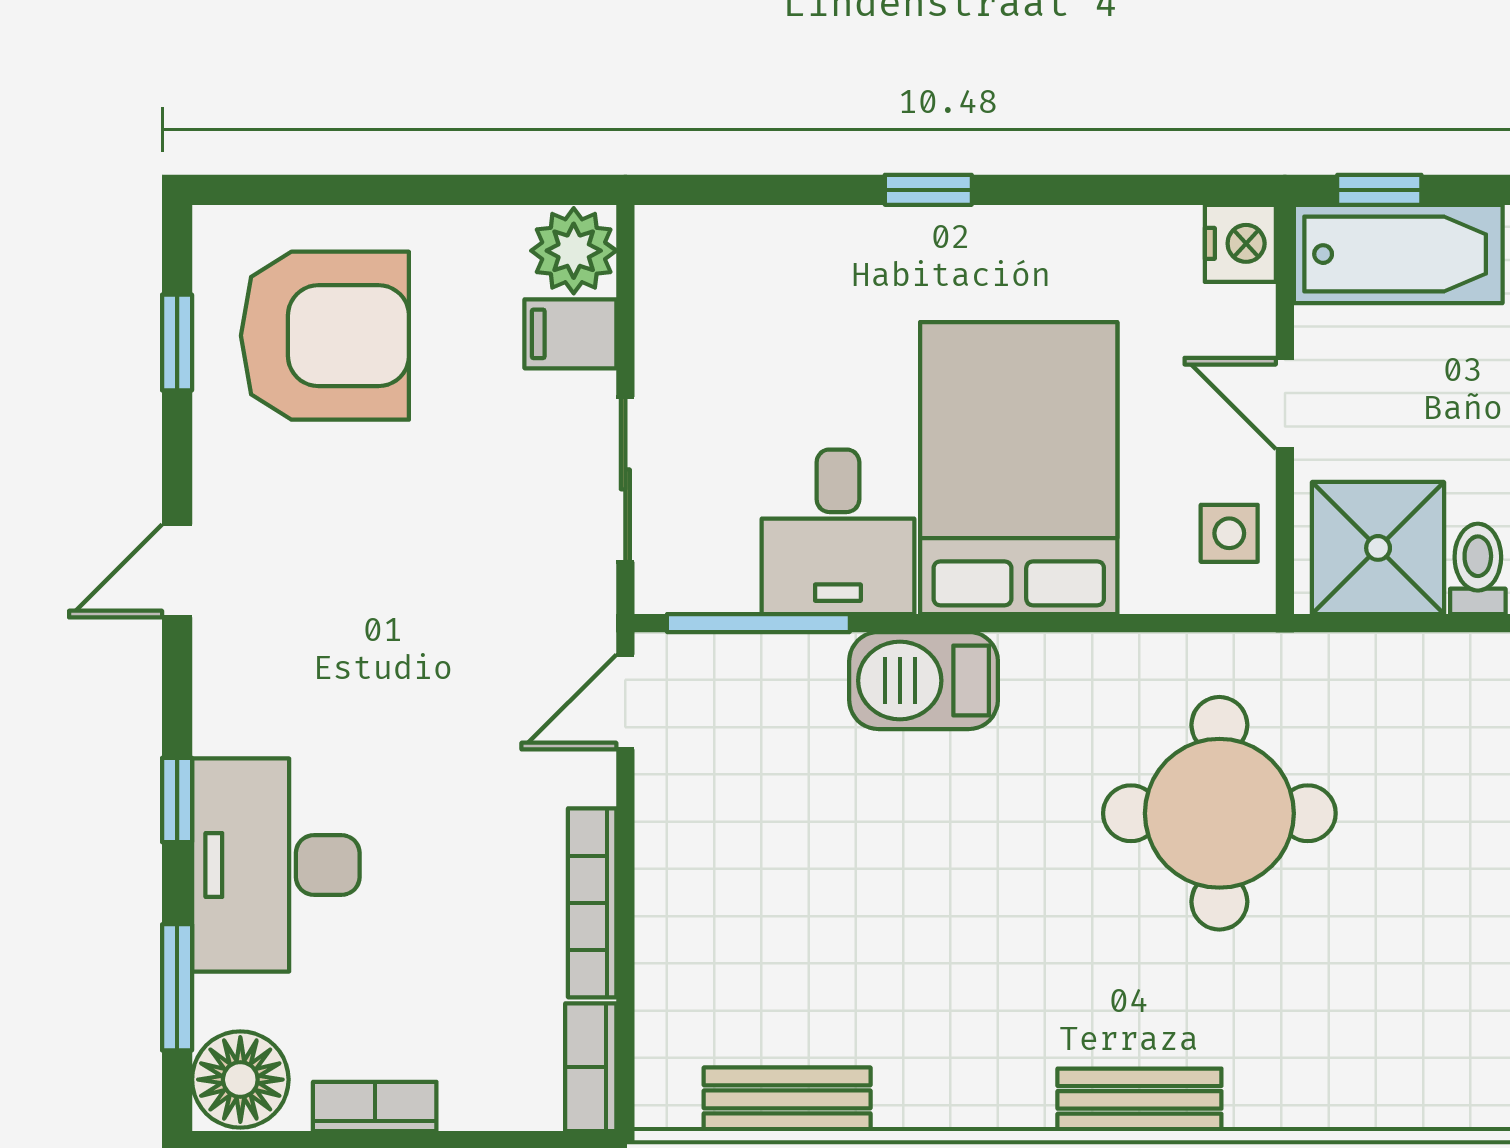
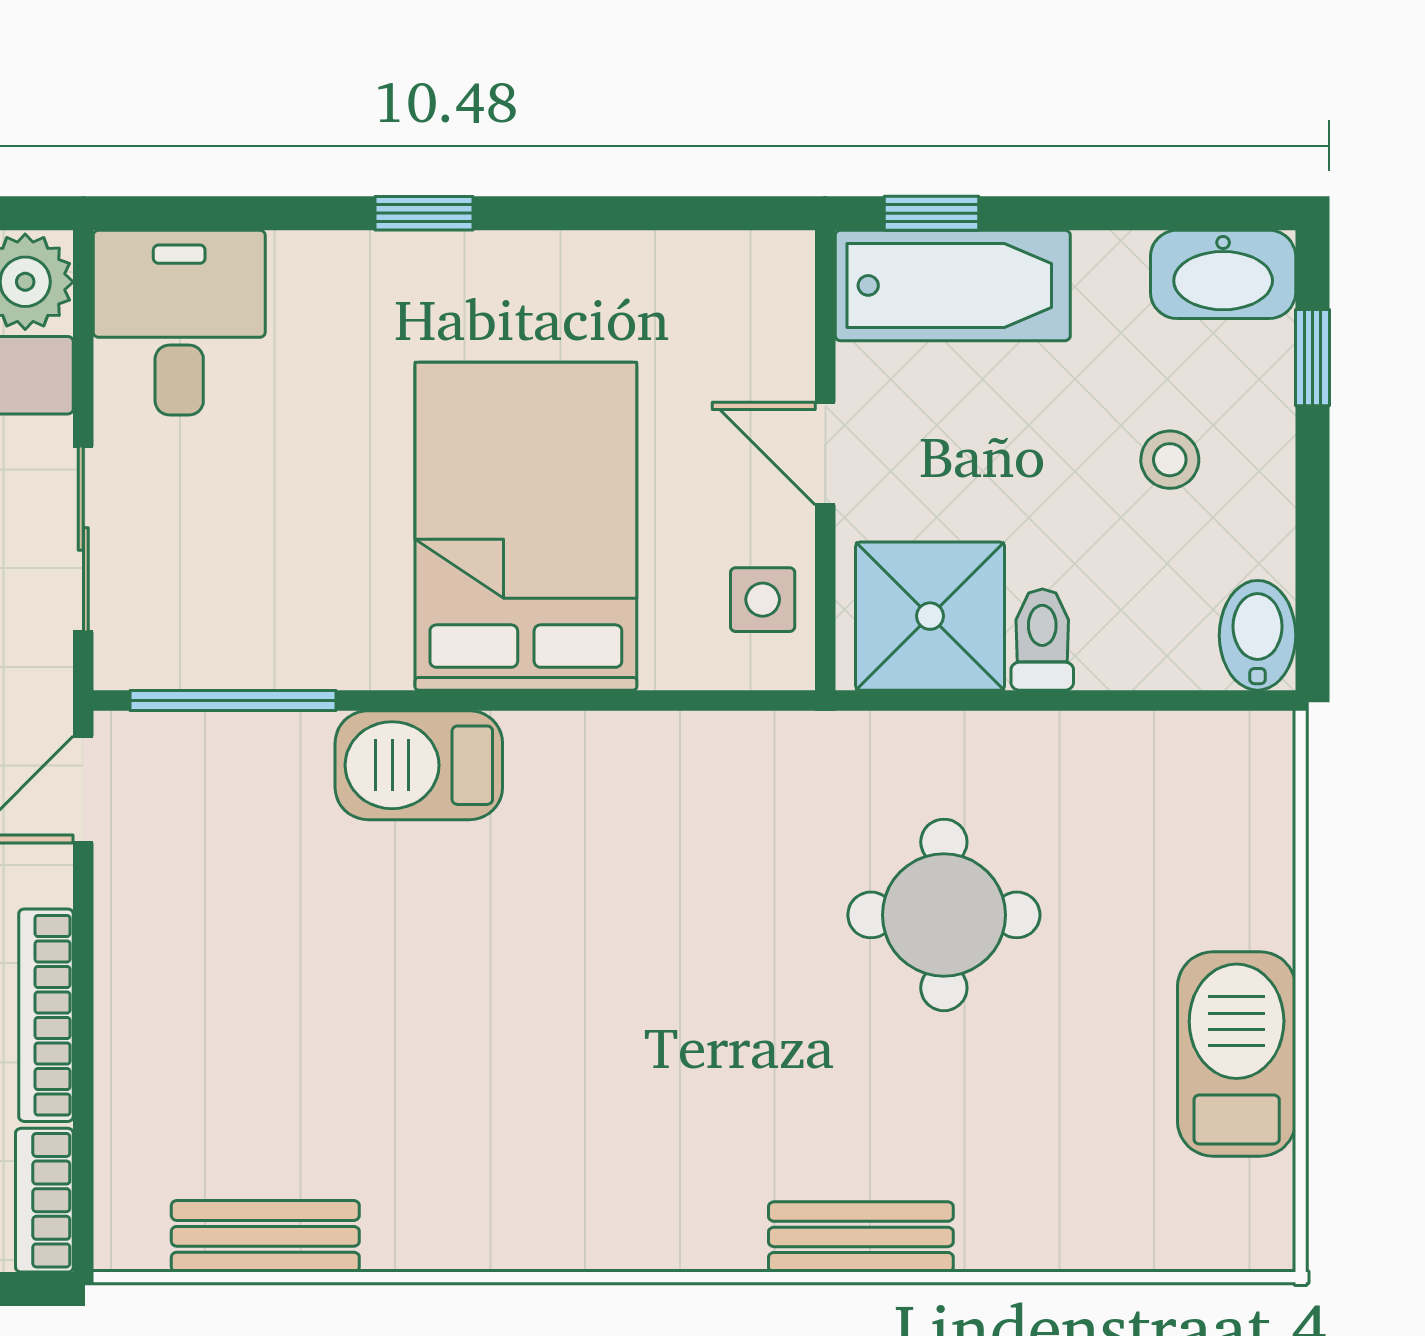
nightstand: (1240, 243) -> (775, 273), removed
desk: (838, 532) -> (179, 323), moved, turned 180
round table: (1219, 813) -> (944, 915), moved, width x0.73, depth x0.73
bench: (1139, 1100) -> (861, 1237), moved

